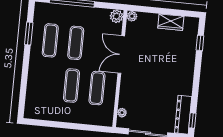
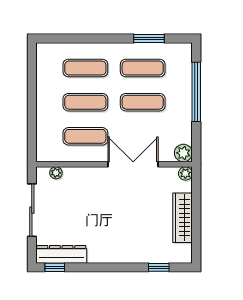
wardrobe: (171, 22) -> (183, 218), width x1.50
exercise mat: (46, 83) -> (85, 68), added

